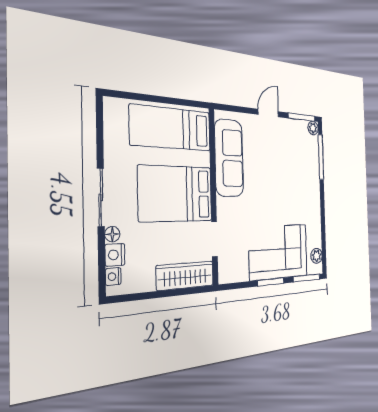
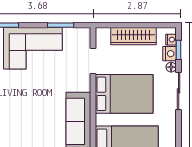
window: (102, 262) -> (179, 50), added
wardrobe: (185, 276) -> (134, 36), moved
window: (271, 282) -> (61, 25), moved

